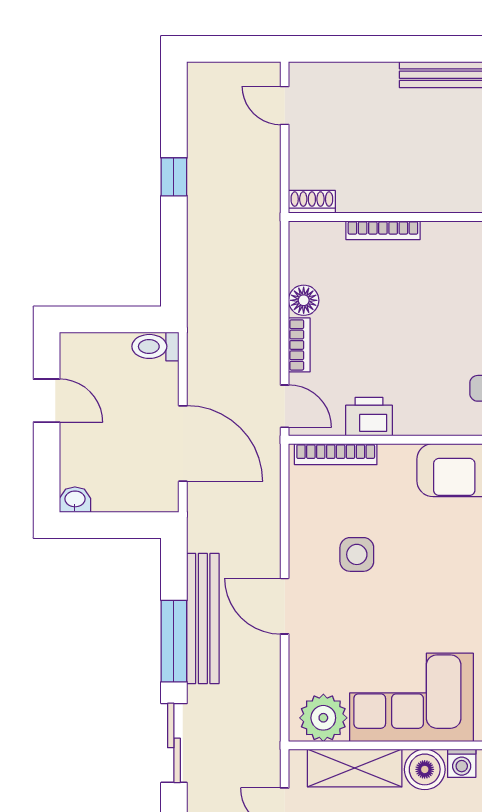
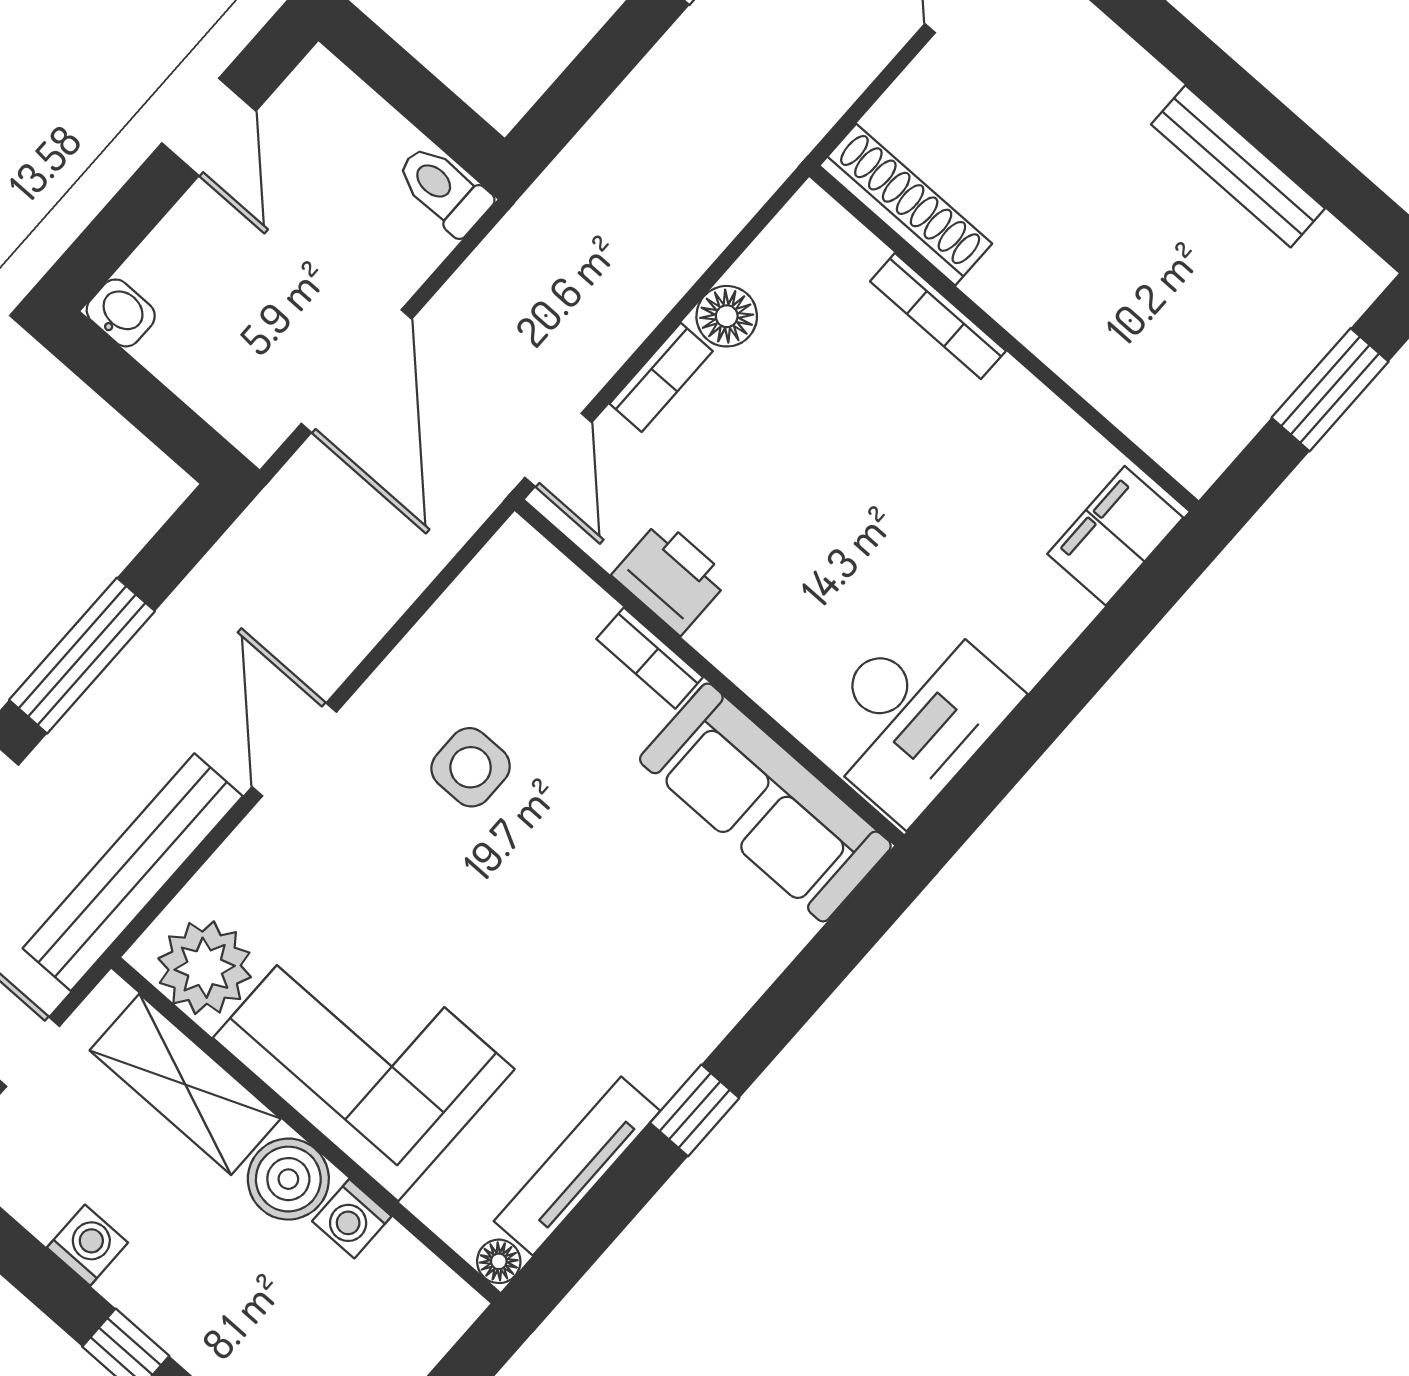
shoe rack: (312, 202) -> (906, 205), width x1.94, depth x1.24
bookcase: (336, 454) -> (650, 658), moved, width x0.64
bench: (203, 619) -> (133, 872), moved

